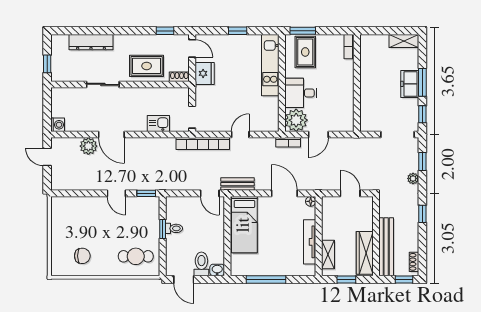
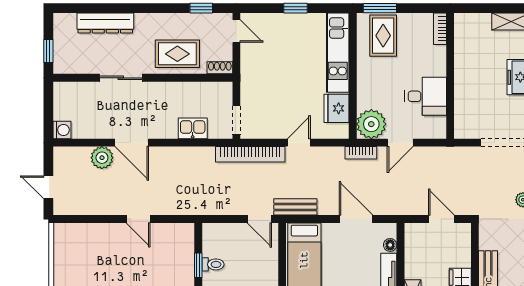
fridge: (205, 73) -> (337, 108), moved, turned 180
desk: (301, 93) -> (426, 96), moved, turned 180
door: (47, 157) -> (48, 187), moved
window: (146, 193) -> (177, 219), removed
floor lamp: (311, 201) -> (390, 245), moved

